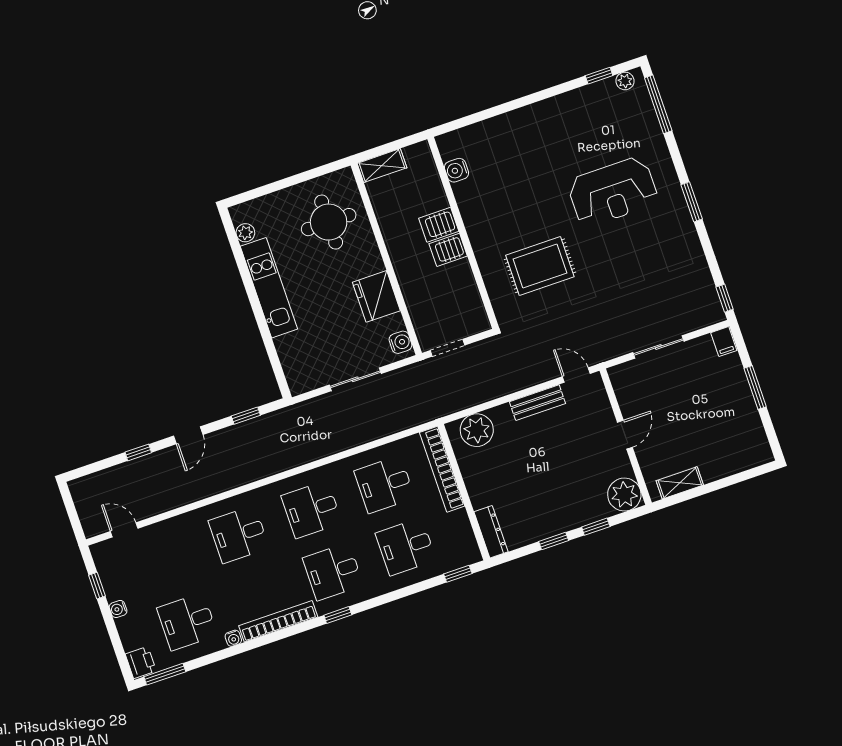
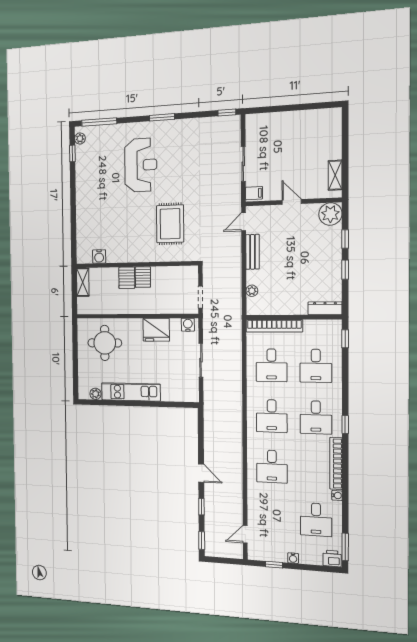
shelving: (382, 166) -> (83, 282), moved
filing cabinet: (724, 342) -> (254, 193), moved
window: (755, 388) -> (290, 108), removed
window: (246, 416) -> (202, 541), moved
plant: (477, 430) -> (252, 291), width x0.53, depth x0.53

